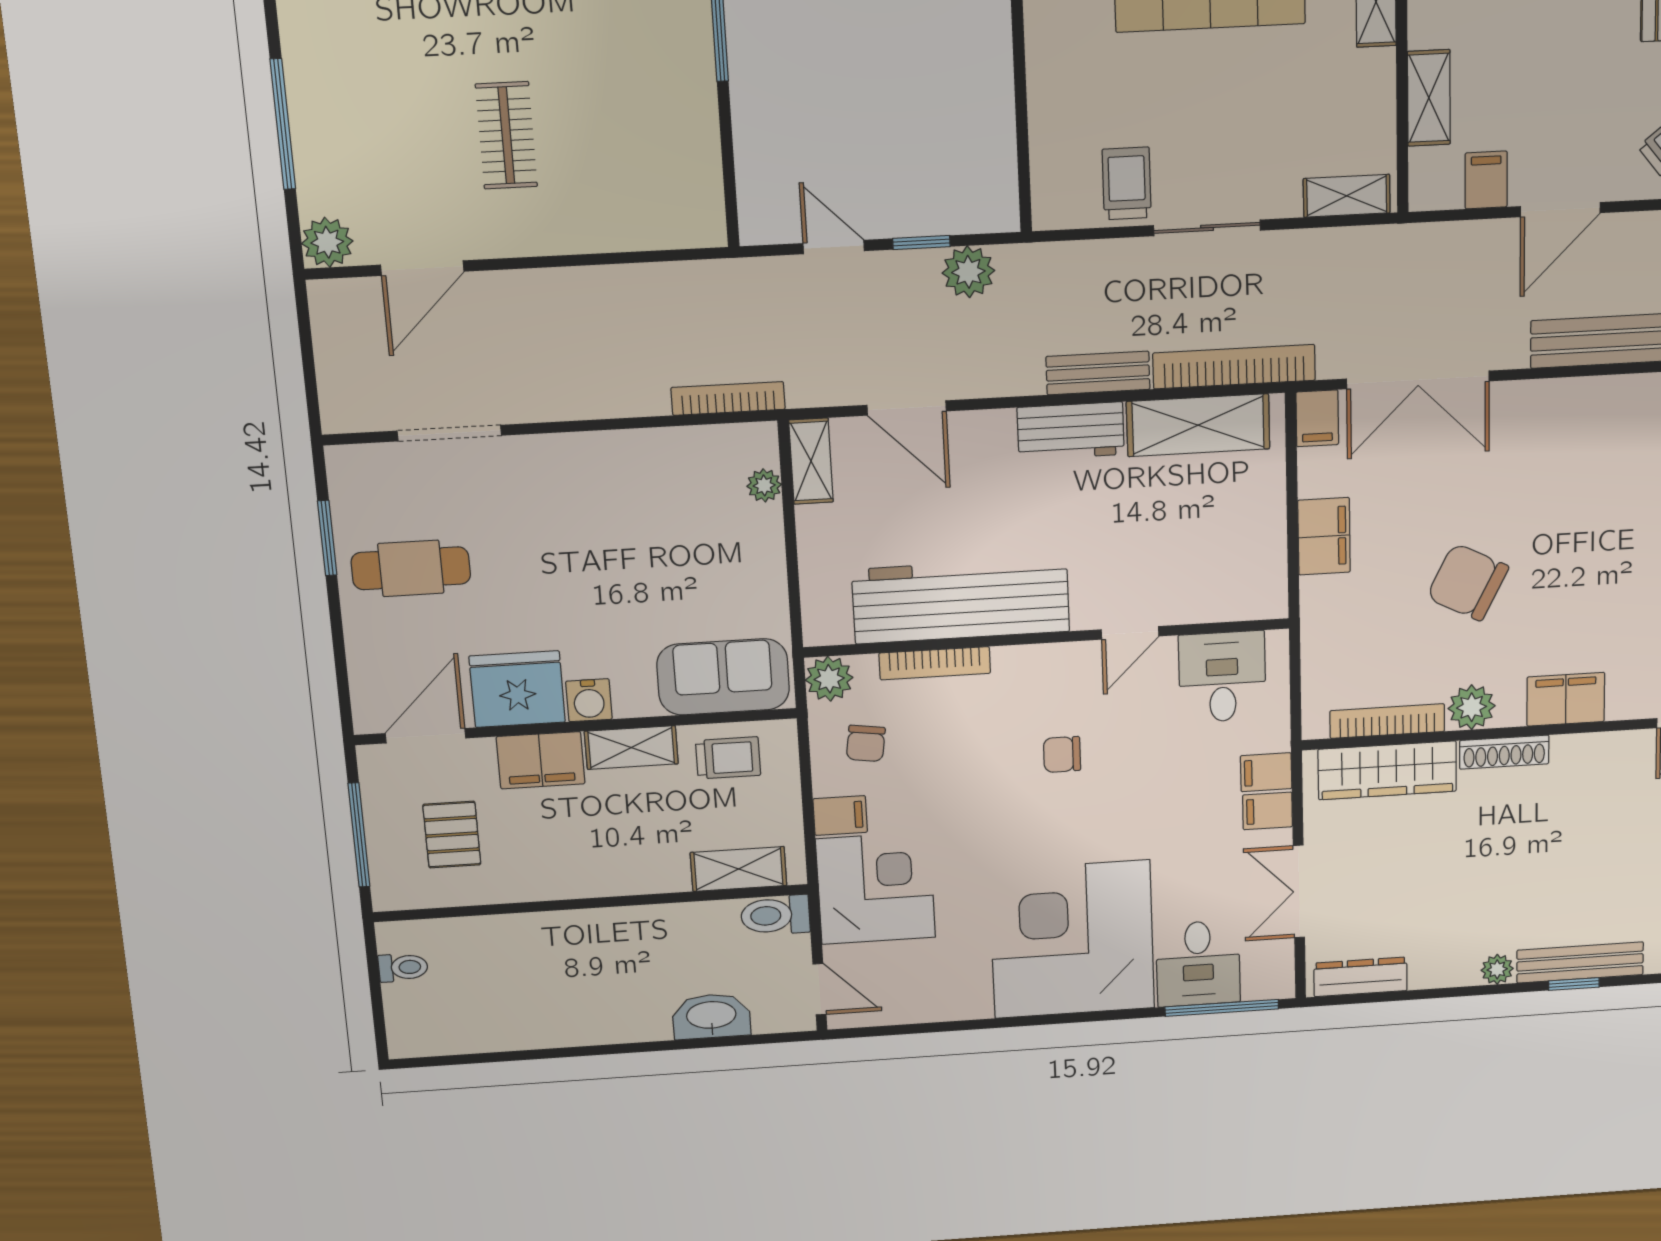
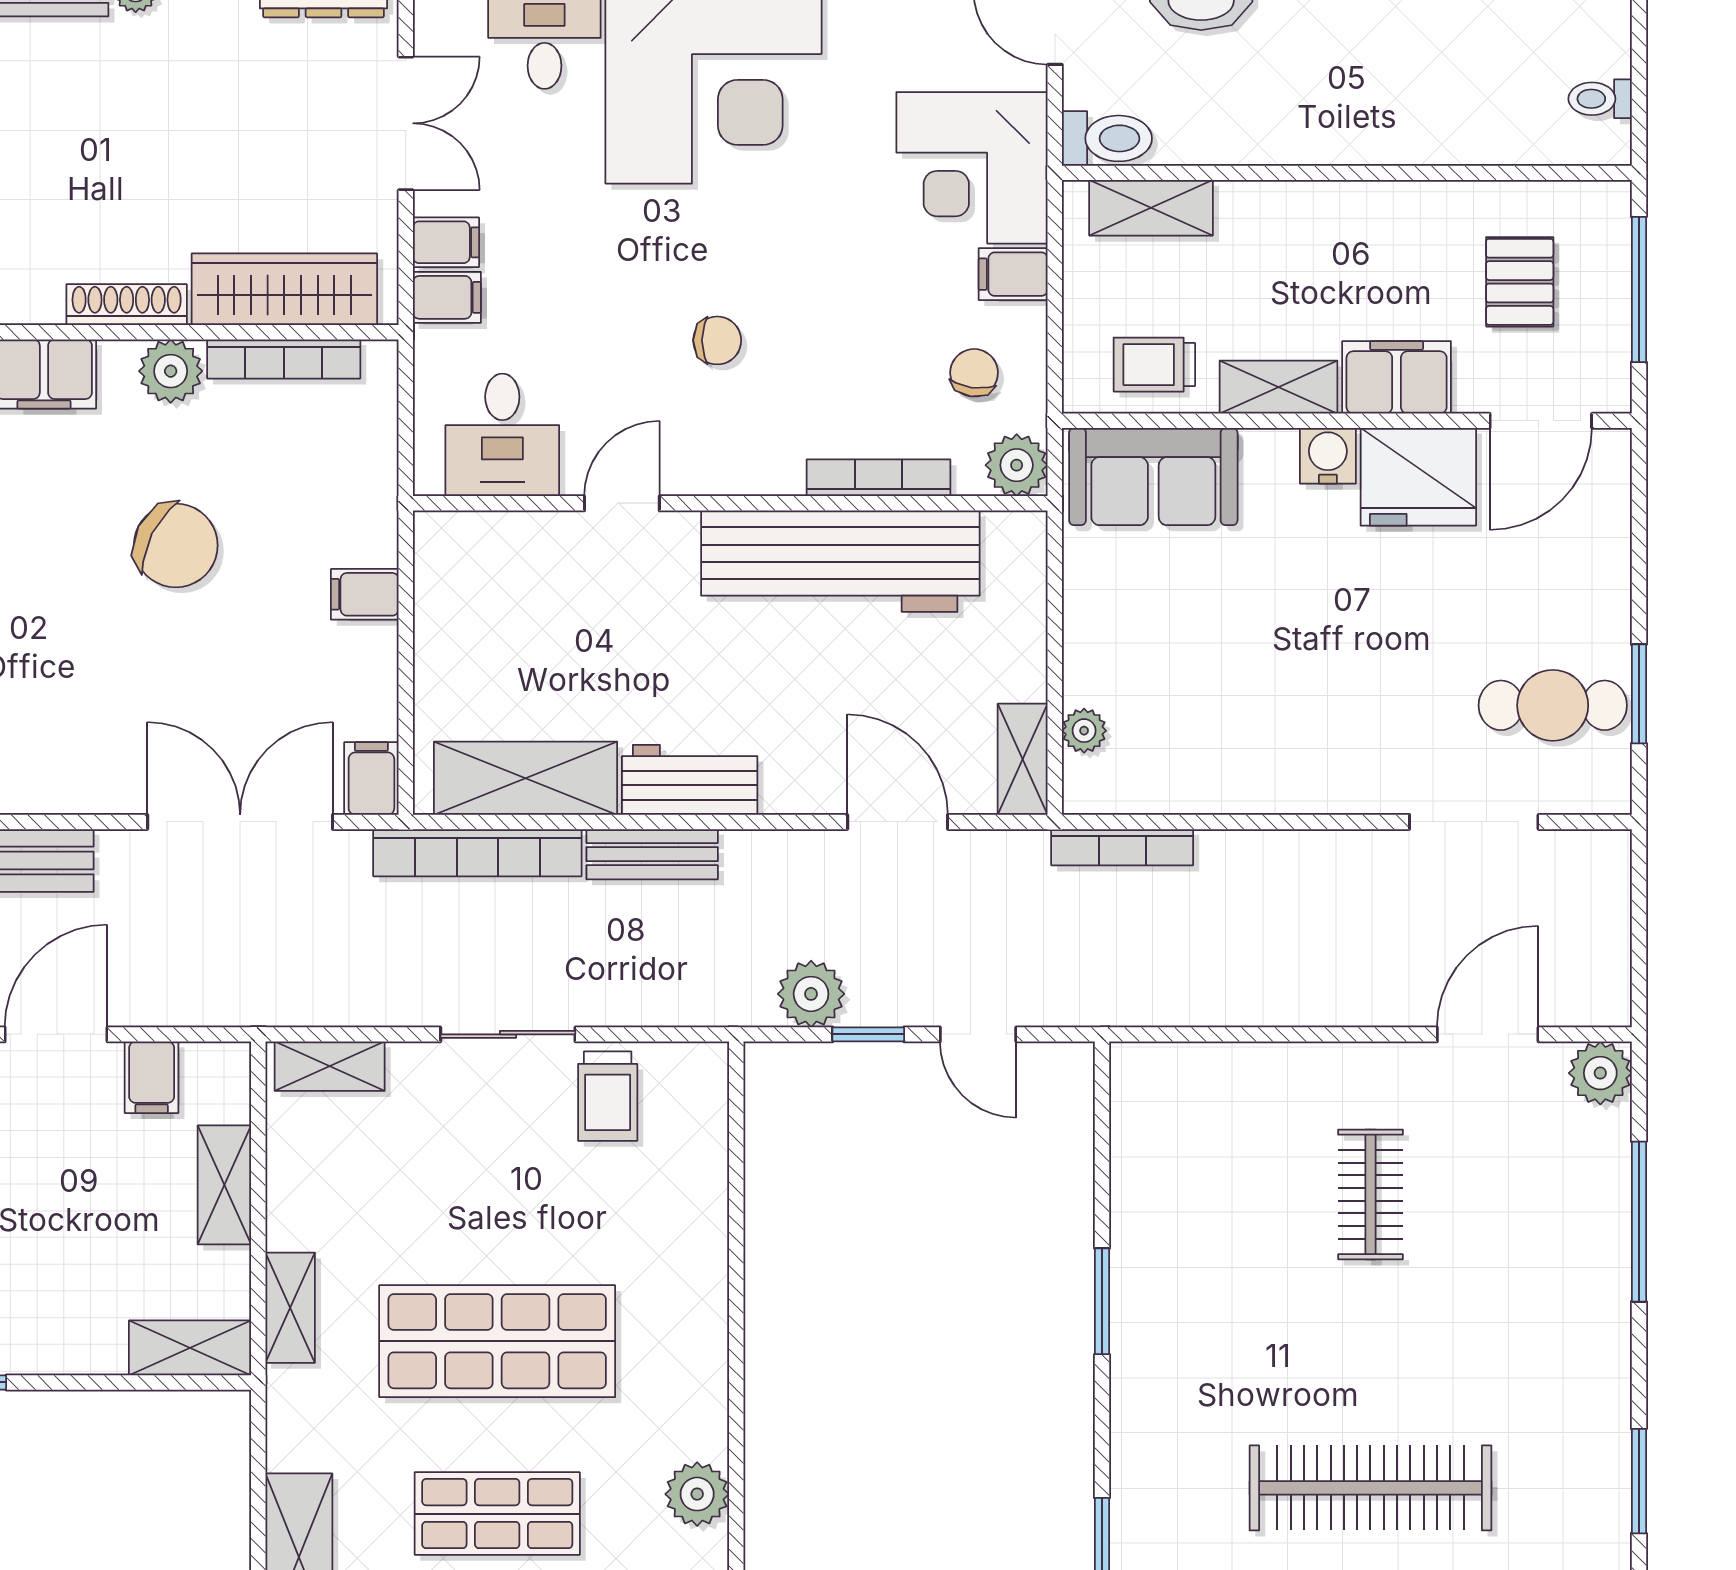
filing cabinet: (1324, 536) -> (365, 594), width x0.50
cafe table: (411, 568) -> (1553, 705), moved

